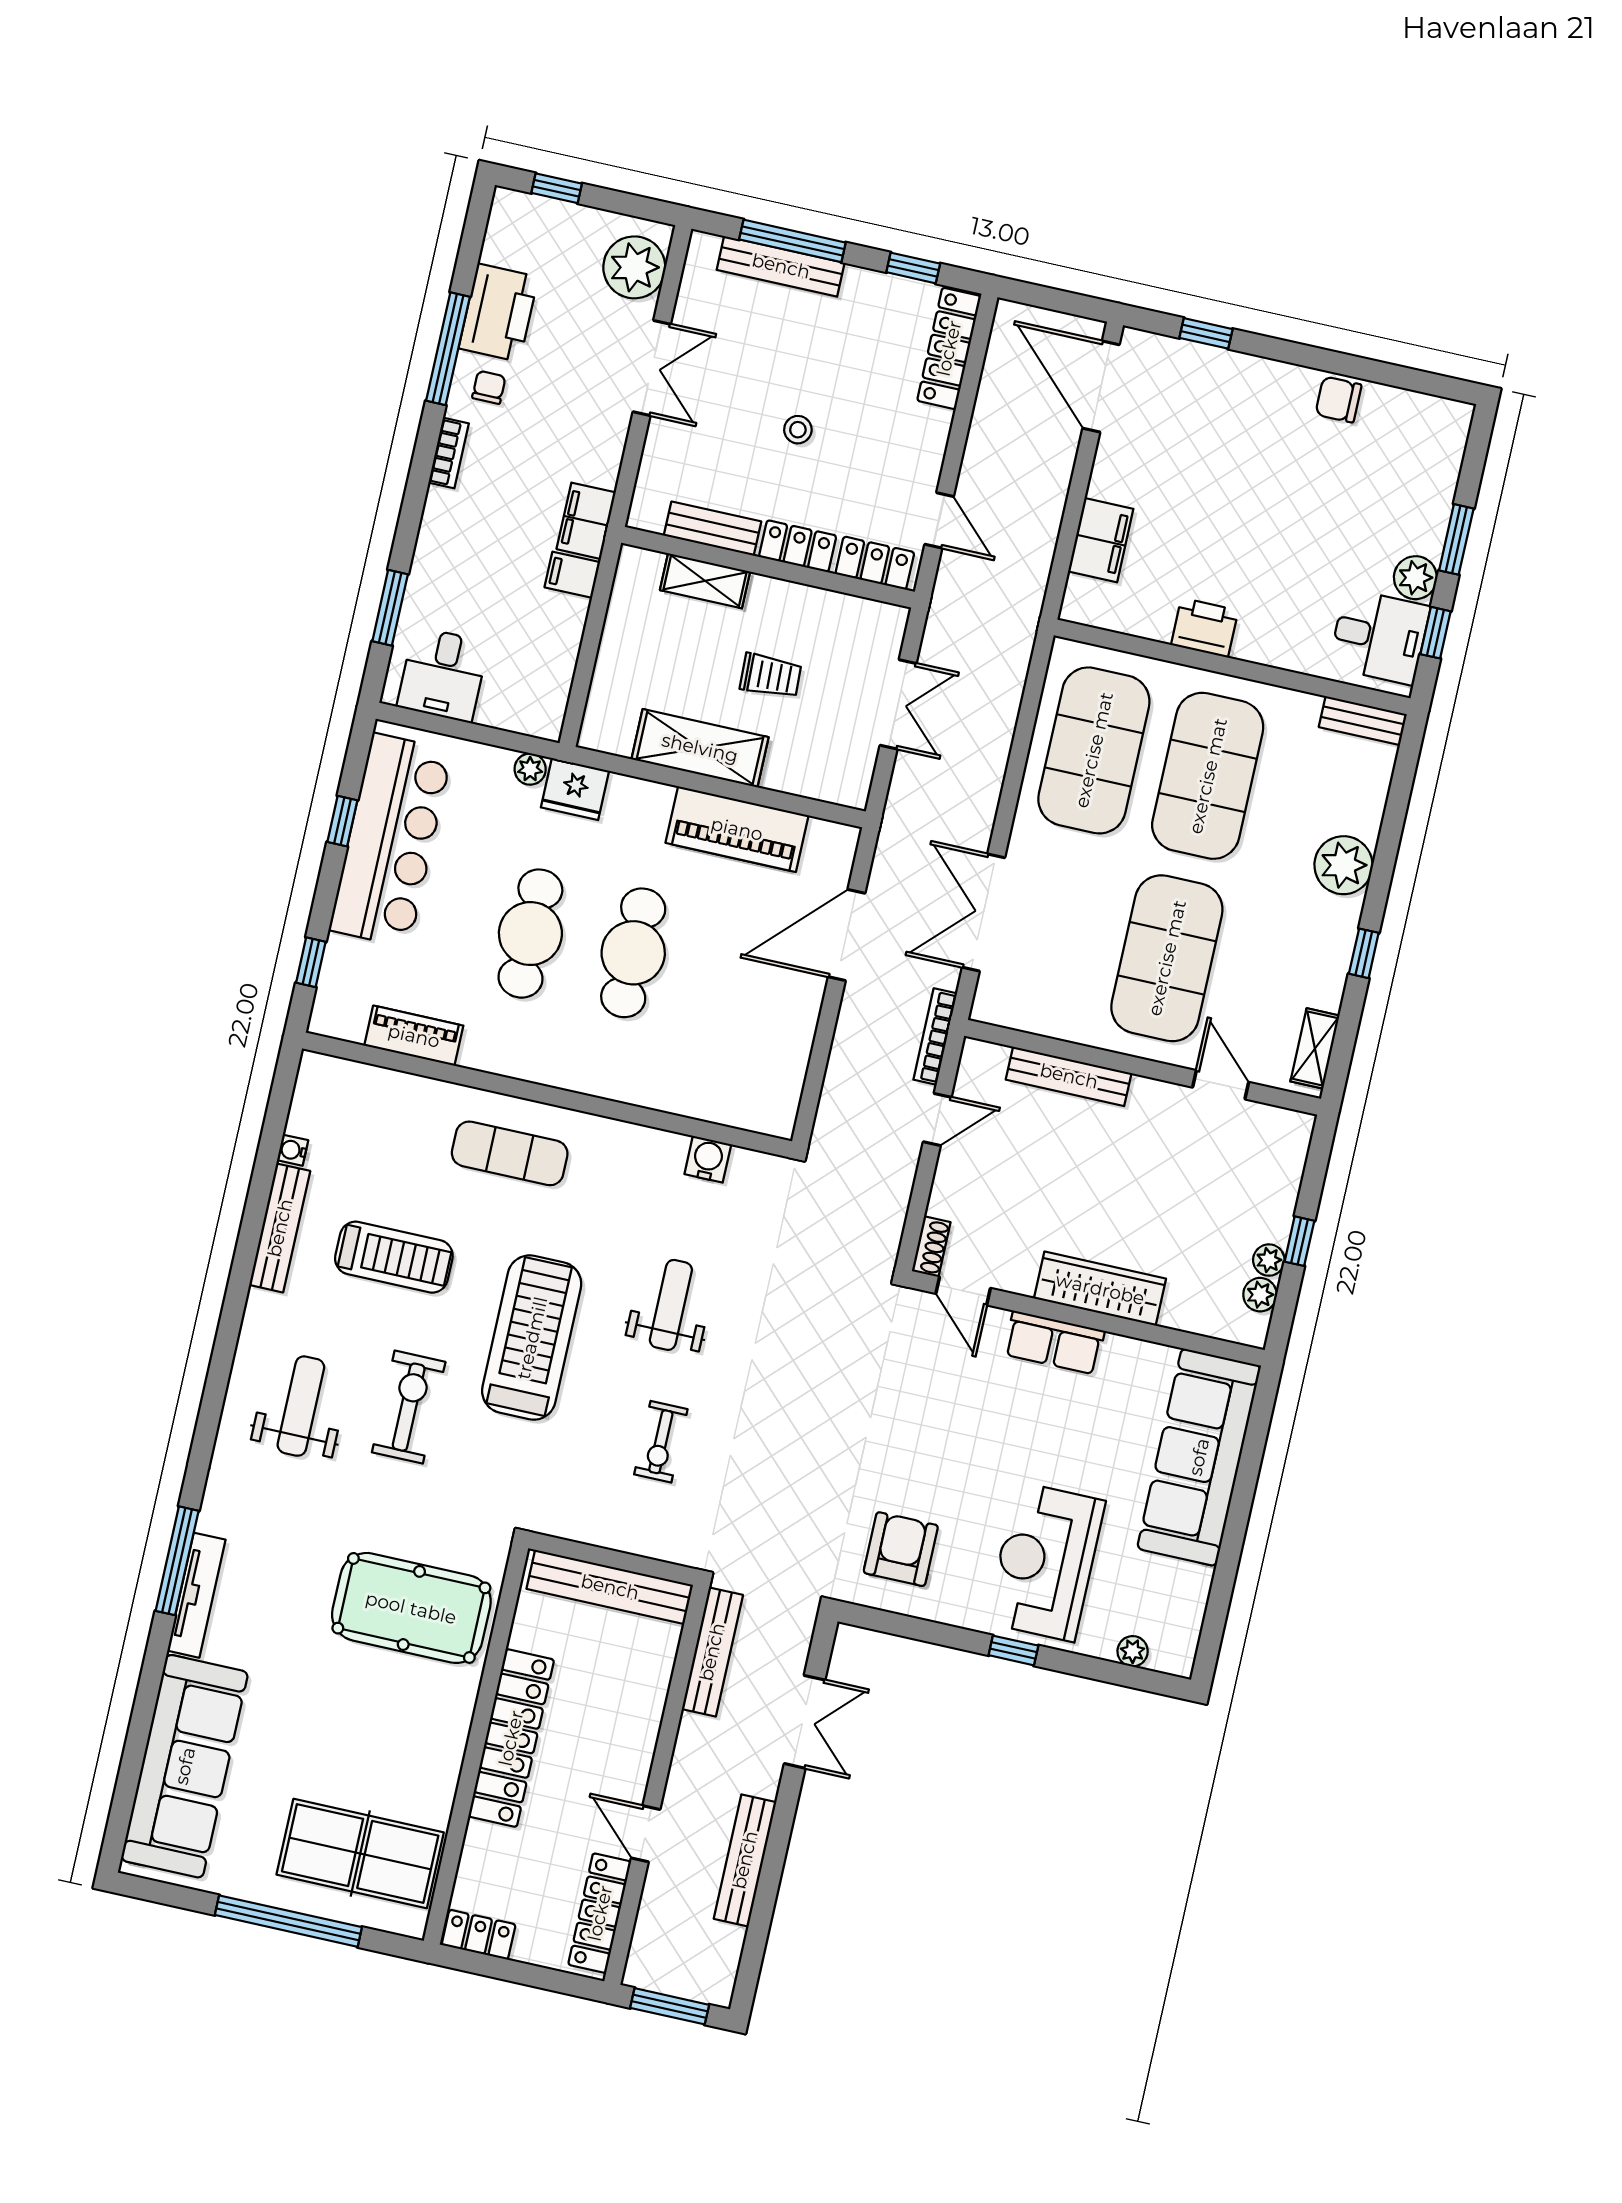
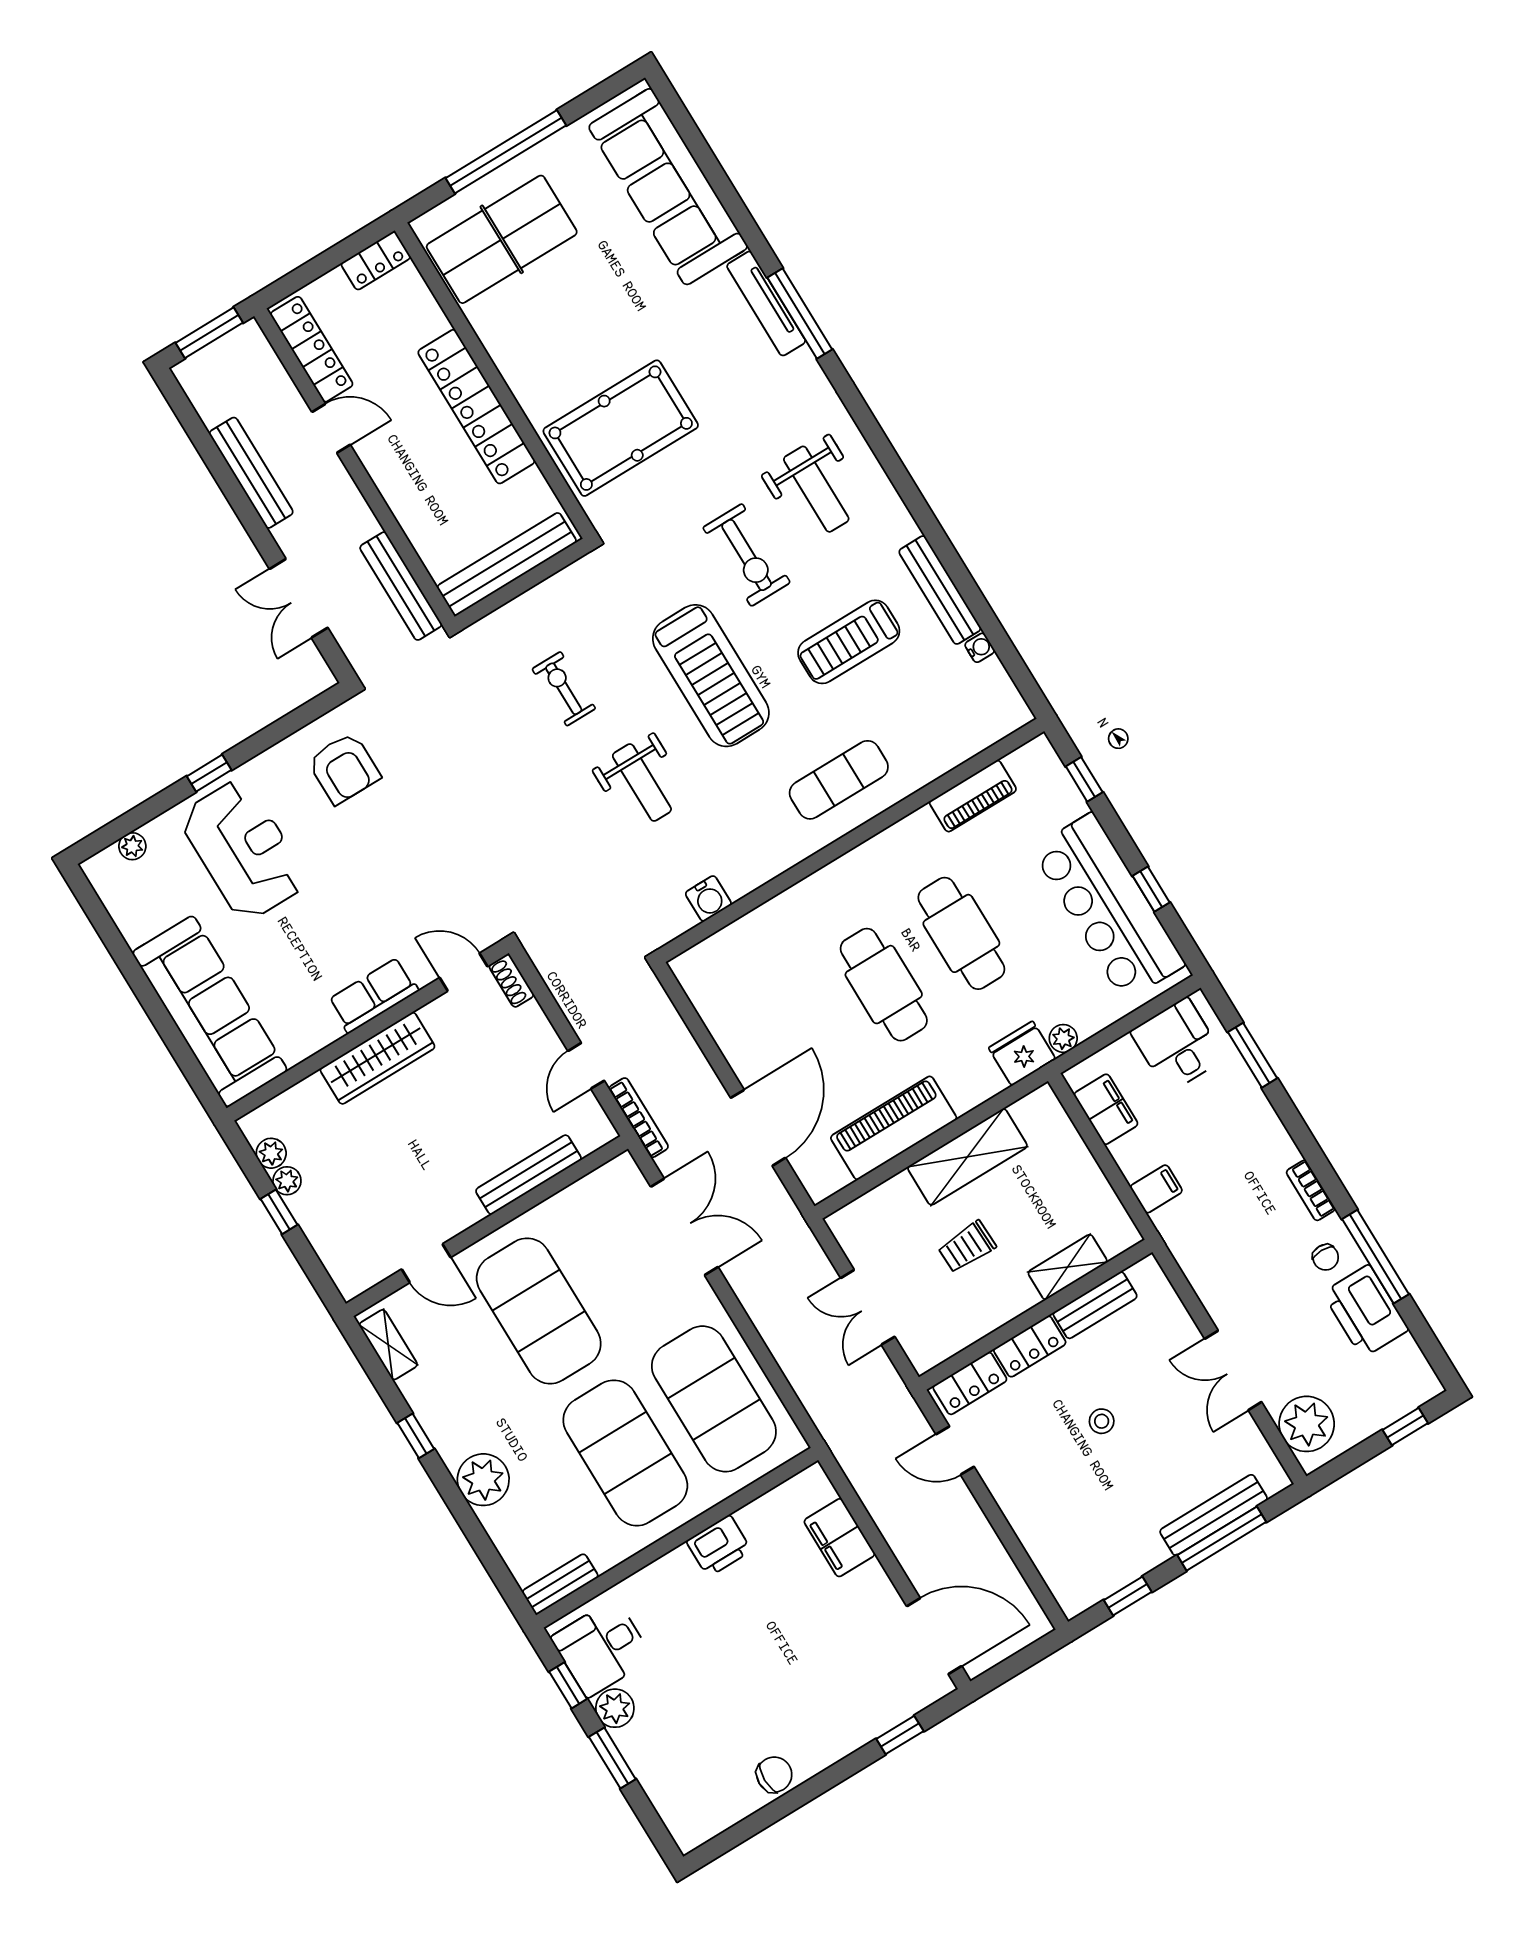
locker: (949, 348) -> (1055, 1567), removed
filing cabinet: (586, 521) -> (1106, 1109), moved

